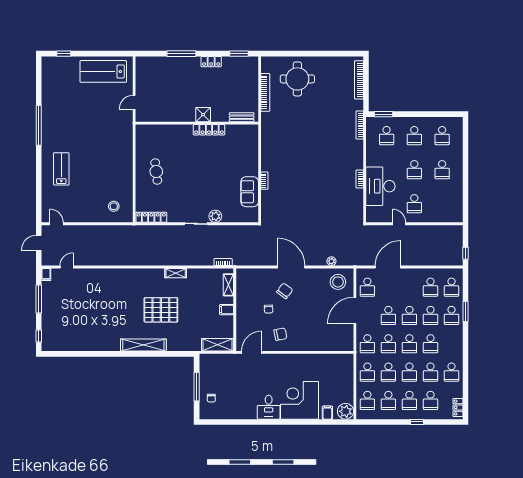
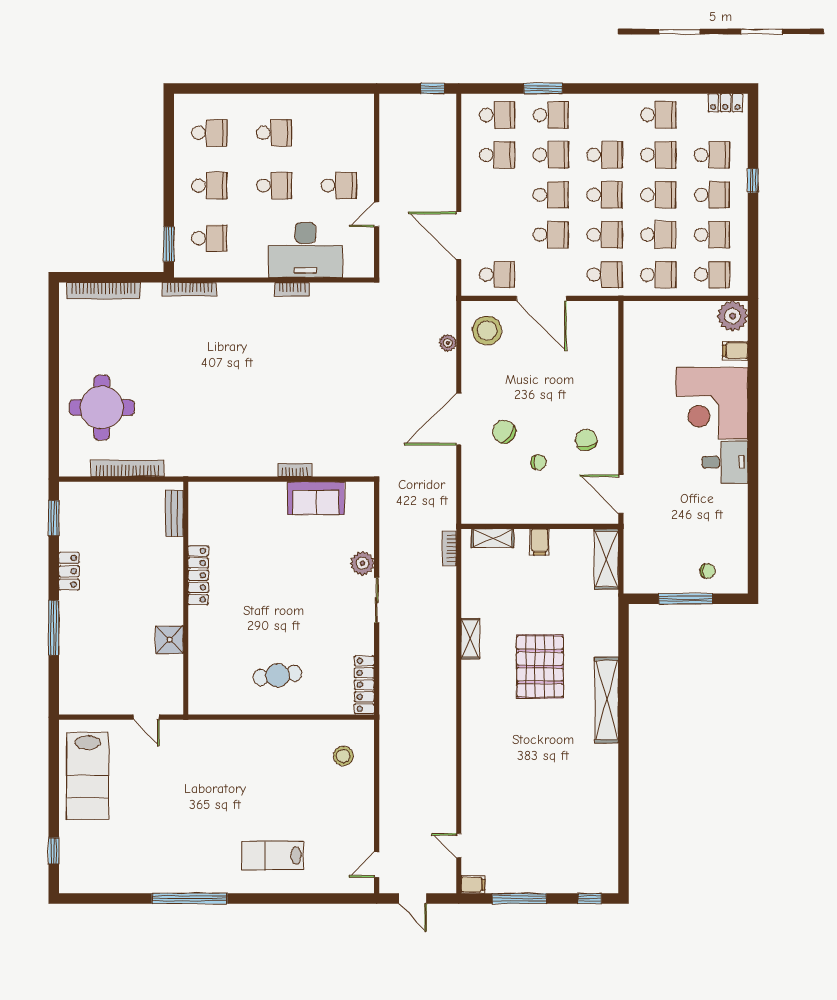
shower: (203, 115) -> (170, 640), moved

